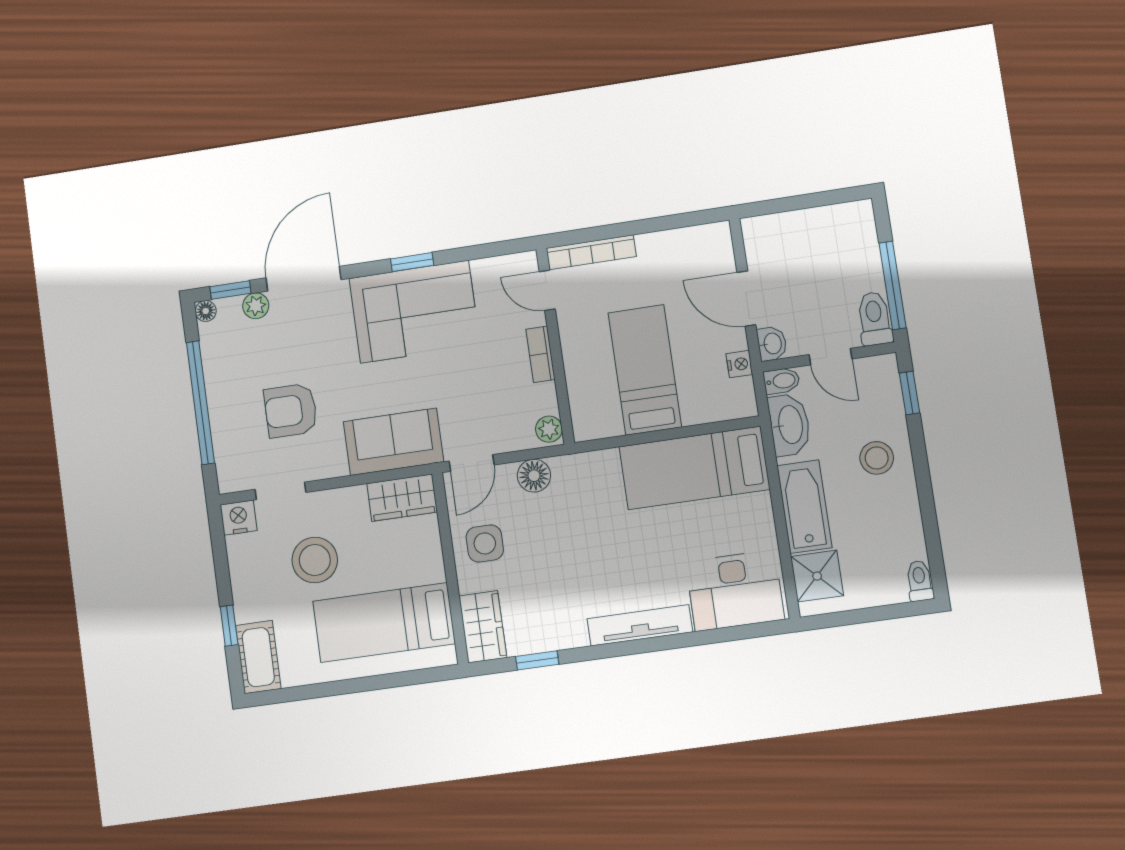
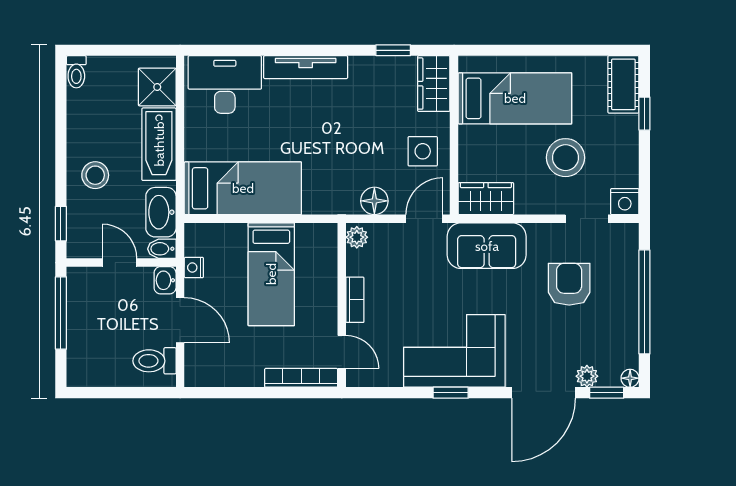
toilet: (875, 319) -> (154, 361), moved, turned 90
armchair: (291, 411) -> (569, 284), turned -90

